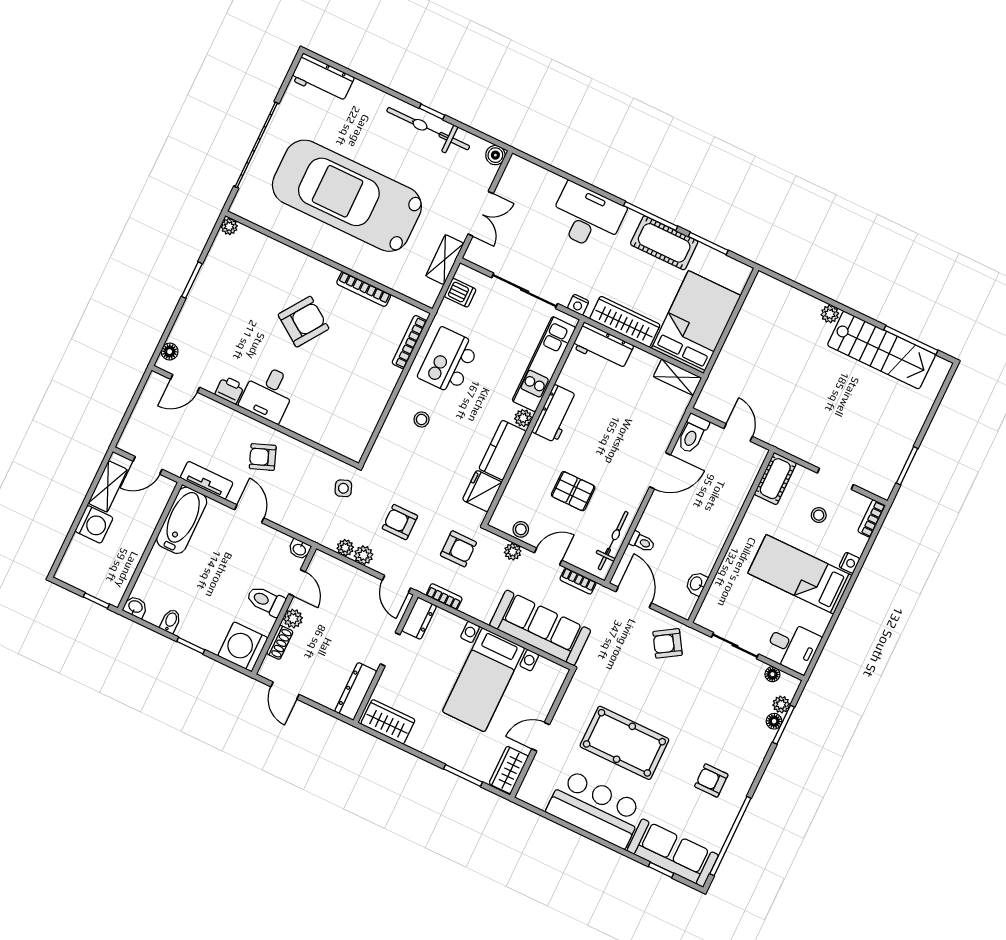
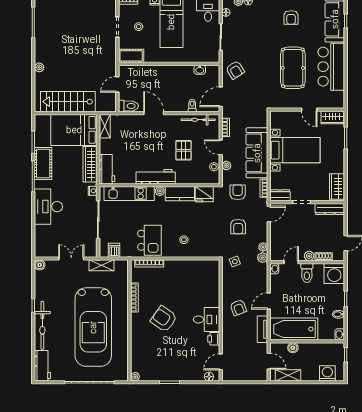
bicycle: (428, 129) -> (42, 325), moved
stairs: (881, 350) -> (68, 102), moved, turned -90
kitchen island: (449, 361) -> (149, 240), turned -90
door: (185, 383) -> (221, 362), swing flipped
workbench: (555, 414) -> (156, 177), width x1.37
boiler: (151, 517) -> (293, 348), added
bathtub: (182, 520) -> (294, 329), width x1.36, depth x1.36
washing machine: (94, 524) -> (327, 373), moved
plant: (364, 555) -> (262, 258), moved
sofa: (540, 628) -> (257, 153), moved

